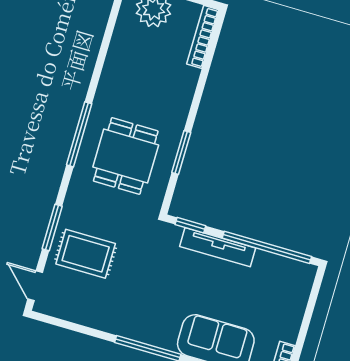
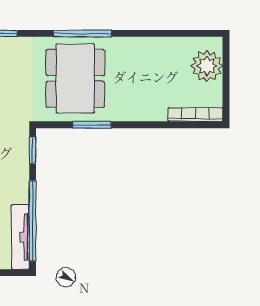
dining table: (126, 156) -> (75, 78), width x1.38
tv unit: (218, 247) -> (21, 237), moved

